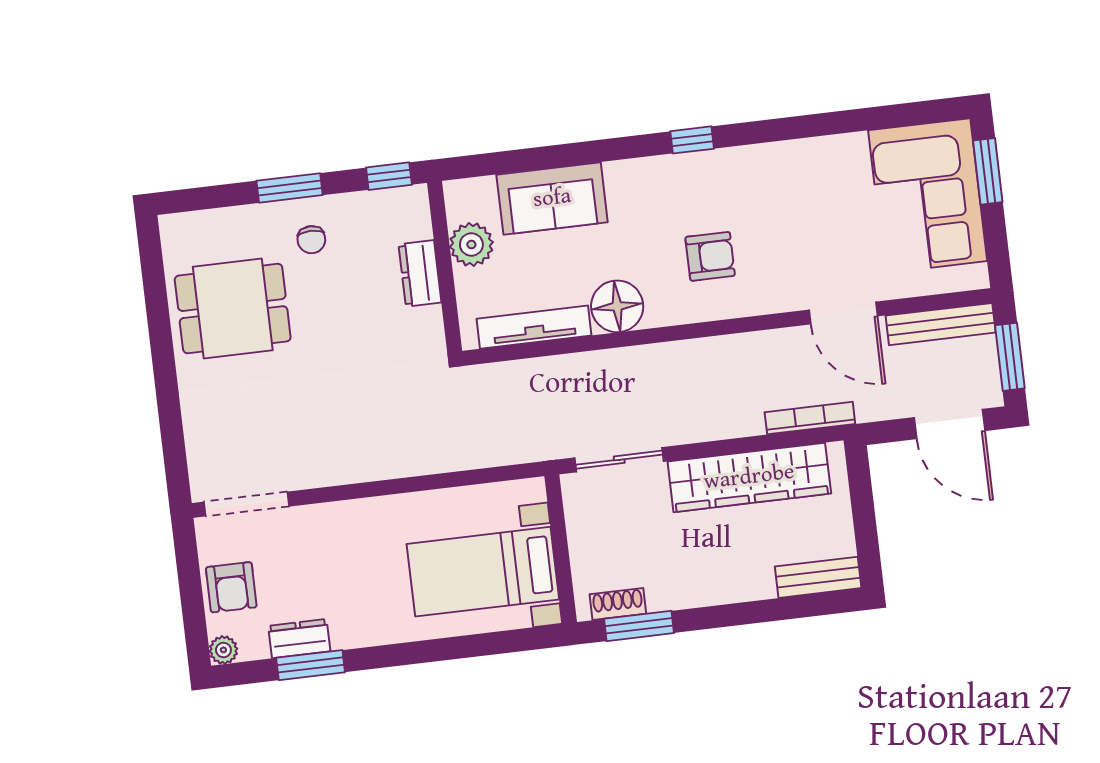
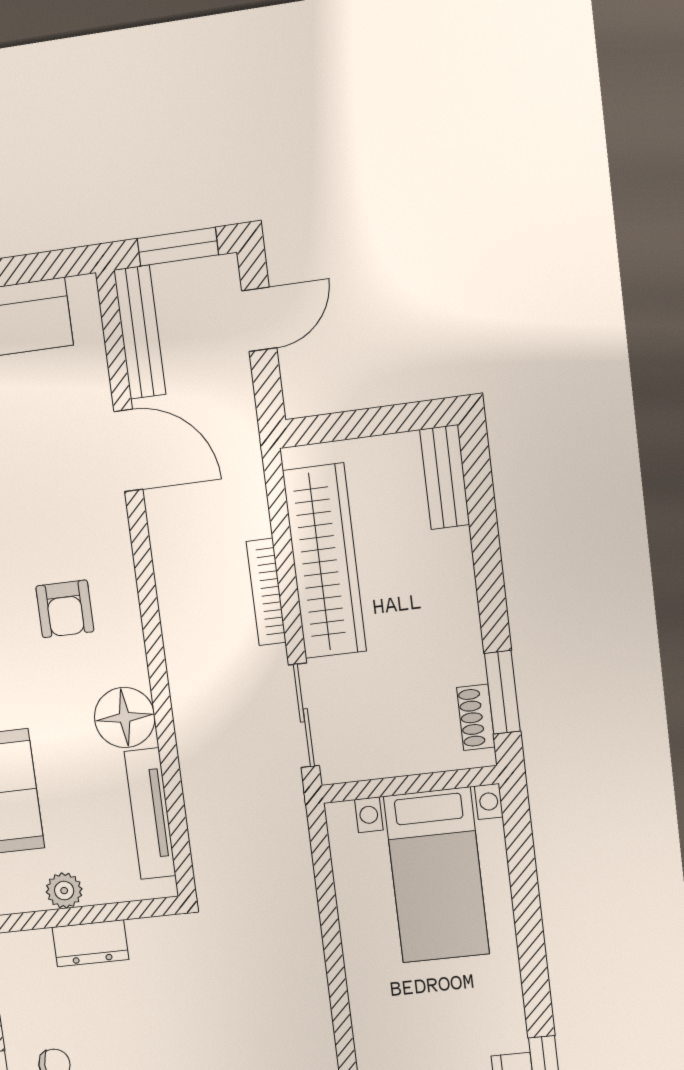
plant: (471, 245) -> (64, 891), width x0.73, depth x0.73
armchair: (710, 256) -> (65, 609), turned 180
door: (843, 313) -> (128, 450), hinge flipped
bookcase: (810, 418) -> (266, 592), moved
door: (949, 424) -> (259, 319), width x0.73

